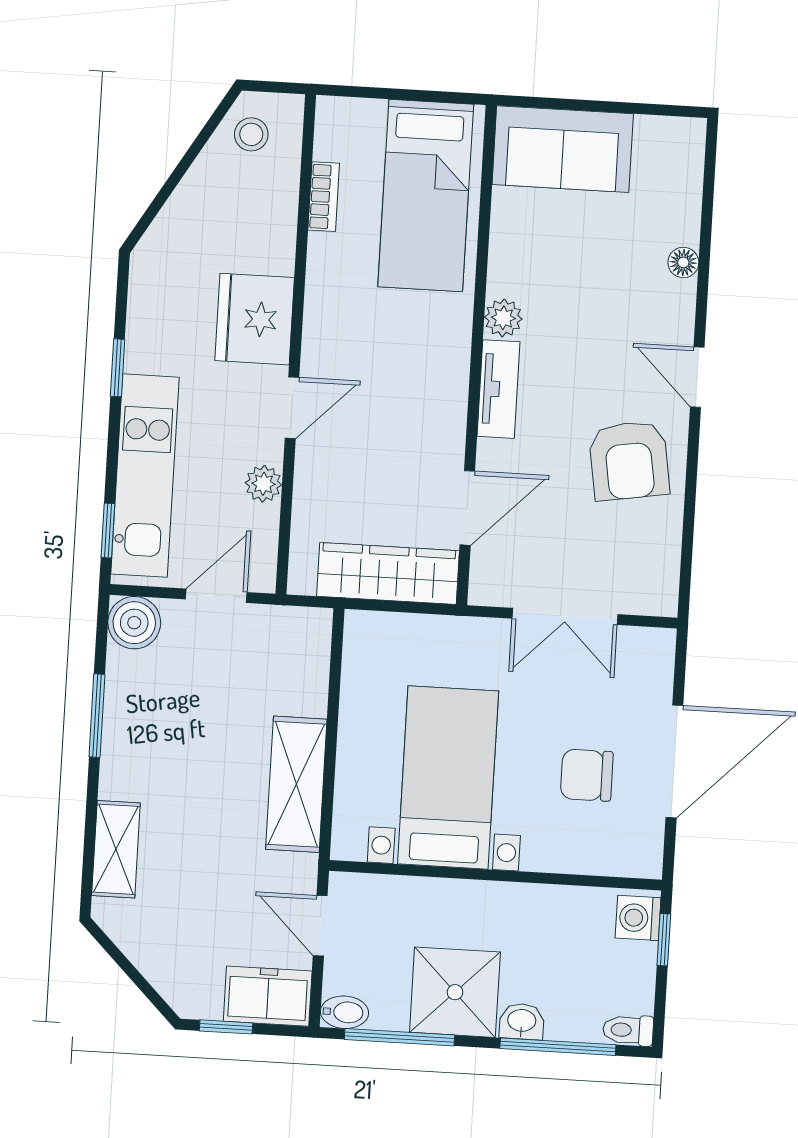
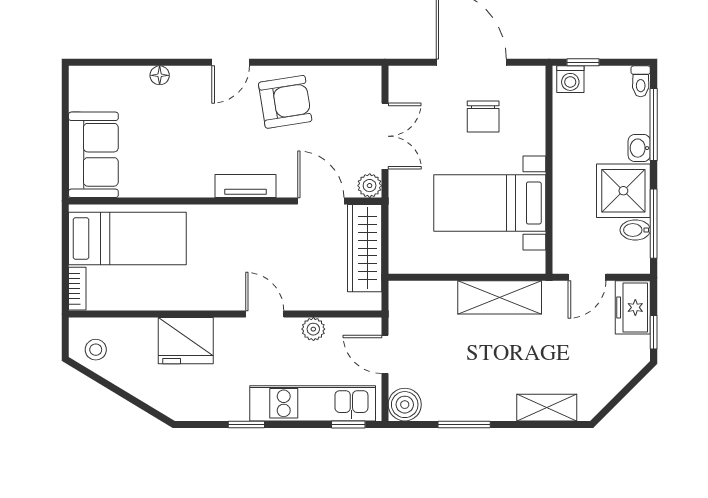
bookcase: (324, 197) -> (77, 289), moved, turned 90
plant: (503, 318) -> (370, 186), moved
fridge: (255, 319) -> (186, 341), moved
bidet: (345, 1012) -> (635, 230), moved, turned -90

